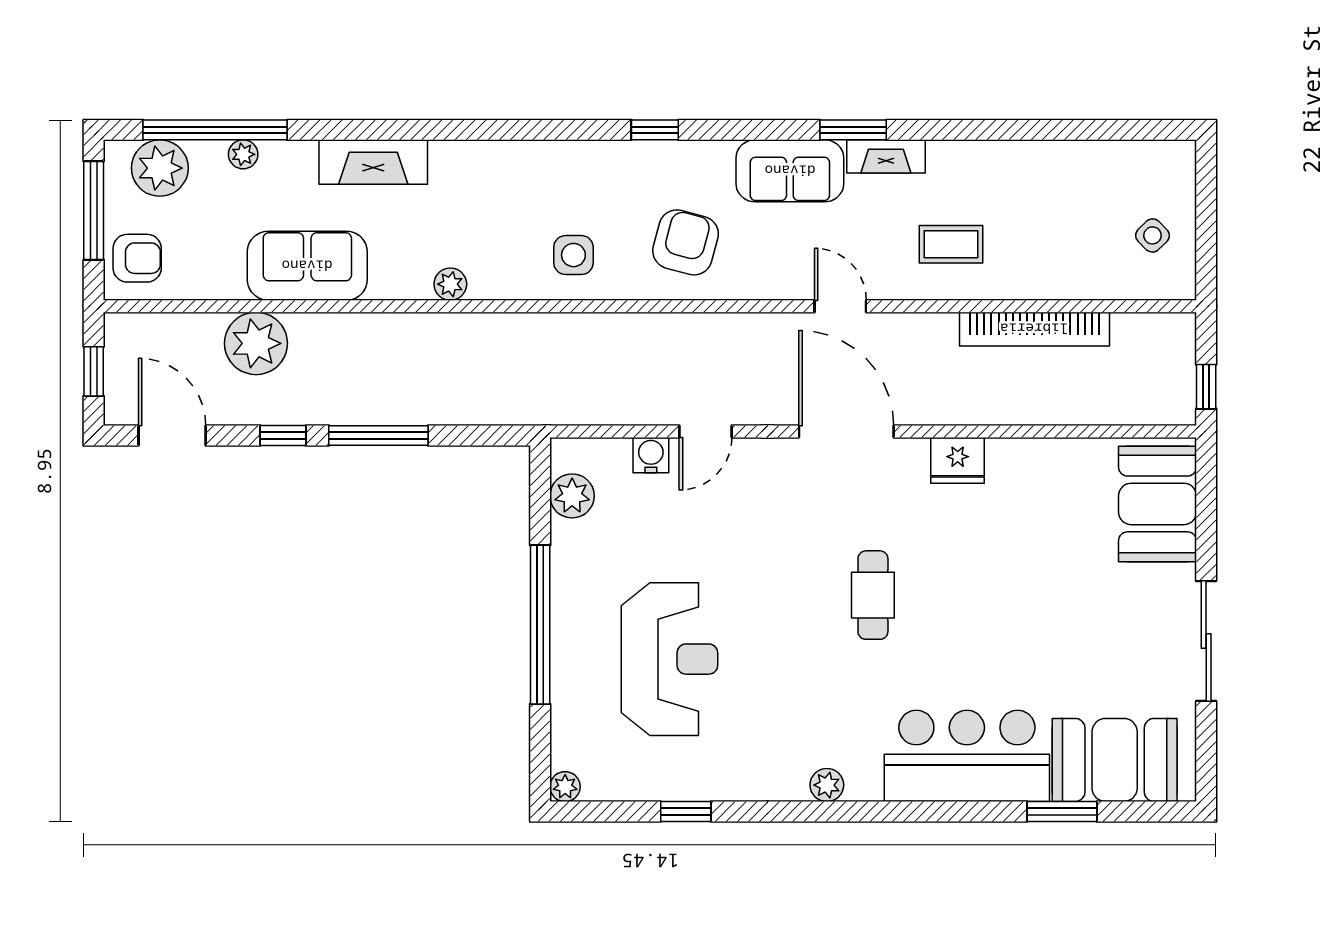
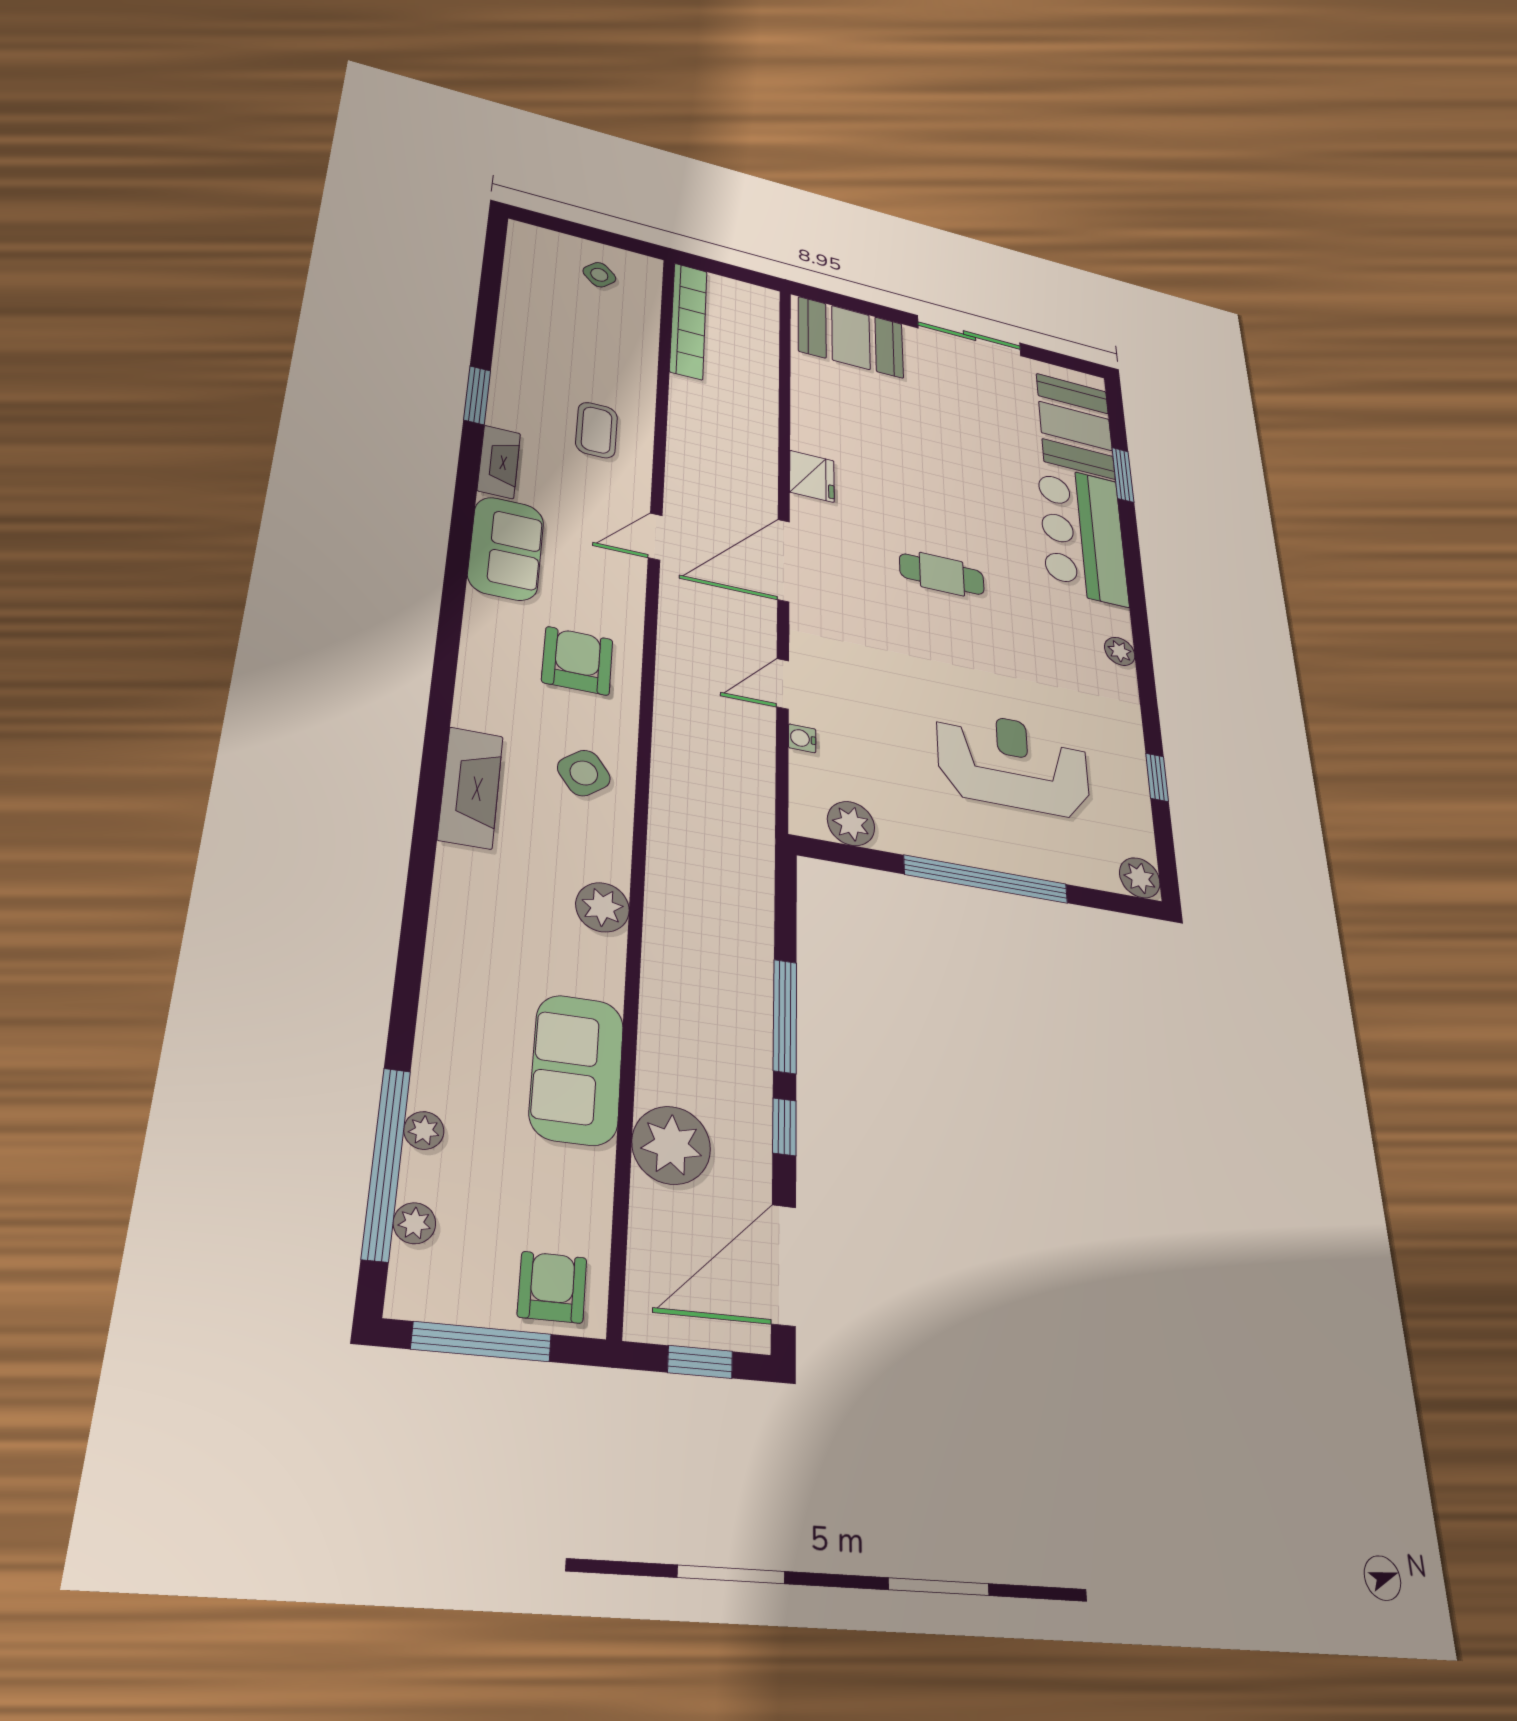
window: (655, 130) -> (445, 664), removed
window: (853, 130) -> (477, 395), moved
fireplace: (373, 162) -> (471, 788), moved
plant: (160, 168) -> (414, 1223), width x0.53, depth x0.53
armchair: (686, 242) -> (577, 661), turned 75
side table: (573, 255) -> (584, 773), turned -37
plant: (450, 284) -> (602, 907), width x1.38, depth x1.38
bookcase: (1034, 329) -> (688, 321), moved
window: (1206, 387) -> (744, 275), removed
door: (705, 432) -> (783, 684), swing flipped
door: (172, 435) -> (784, 1265), width x1.36
water cooler: (651, 455) -> (802, 738), width x0.72, depth x0.72
plant: (565, 787) -> (1140, 878), width x1.38, depth x1.38

